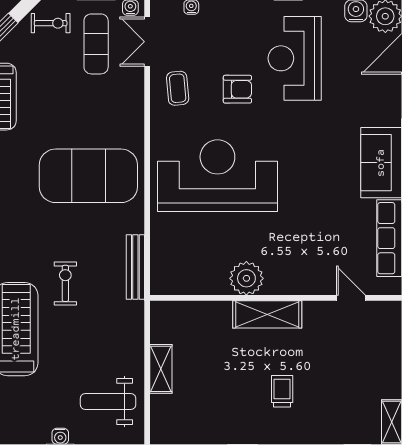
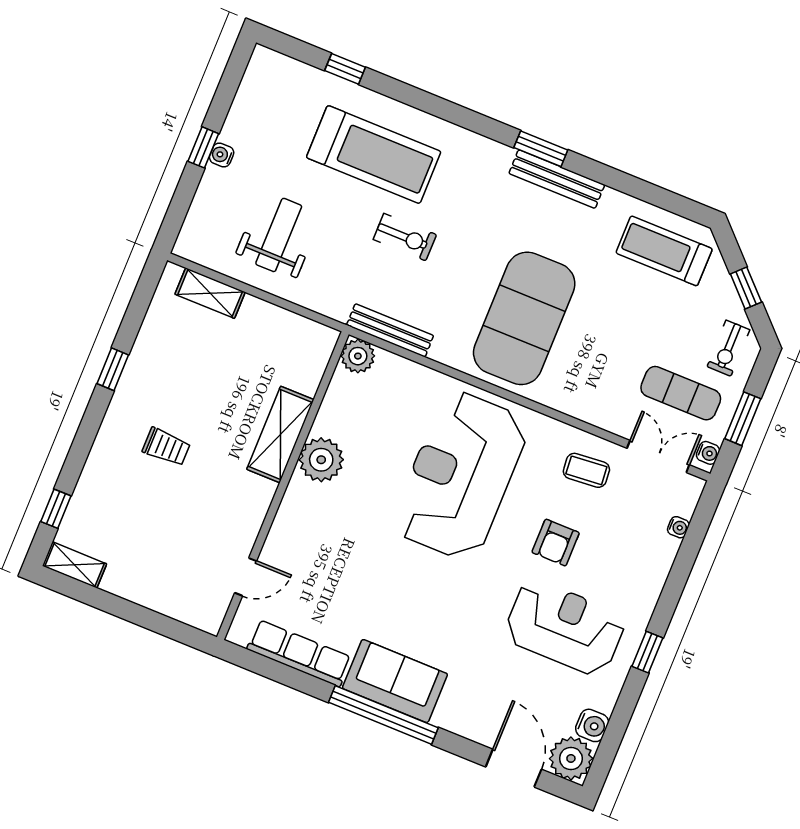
reception desk: (217, 176) -> (460, 475), turned 180
plant: (163, 282) -> (358, 356), added
shelving: (267, 314) -> (280, 434), moved
shelving: (161, 369) -> (210, 293), moved
weight bench: (108, 402) -> (279, 235), moved

